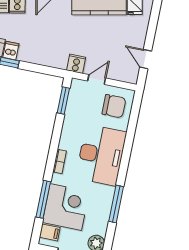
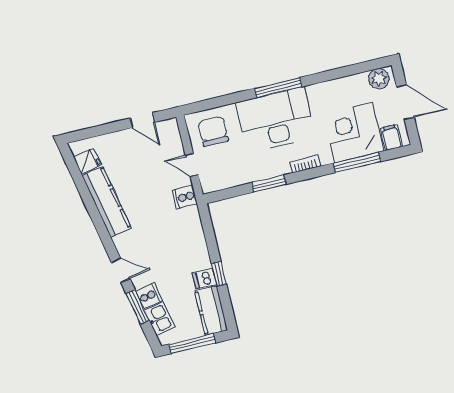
door: (146, 59) -> (143, 120), hinge flipped
window: (63, 100) -> (269, 184), moved
window: (116, 204) -> (278, 88), moved

